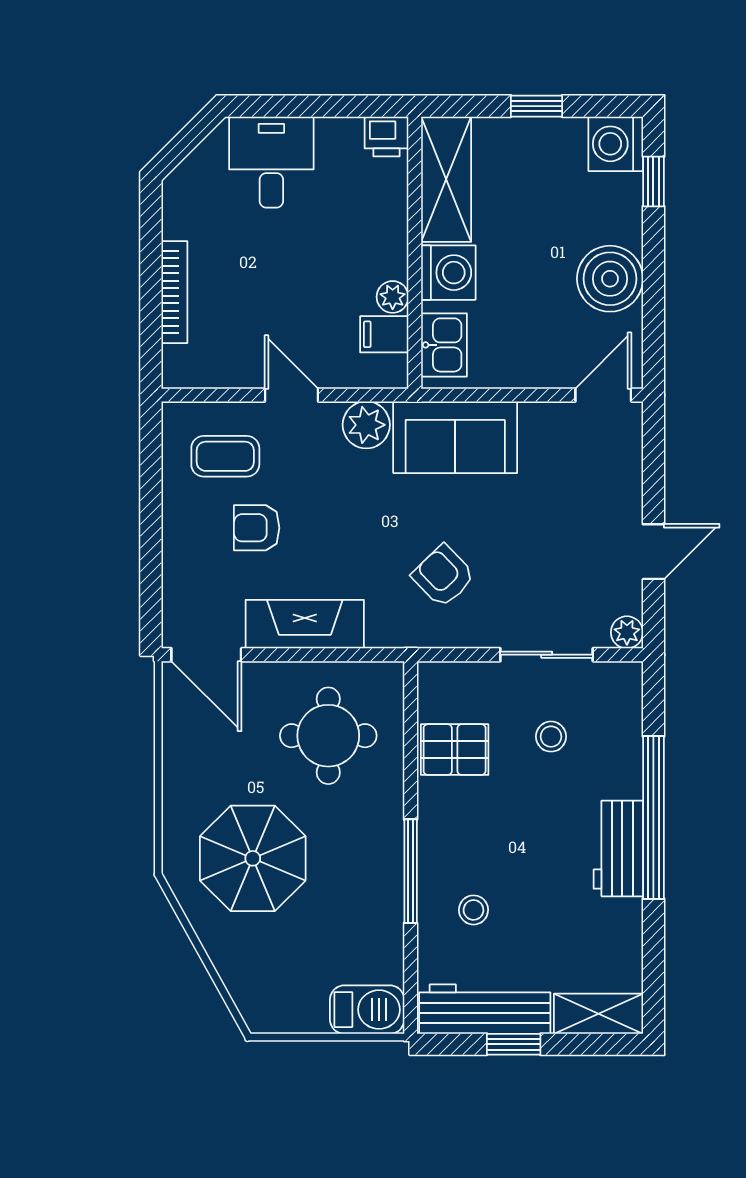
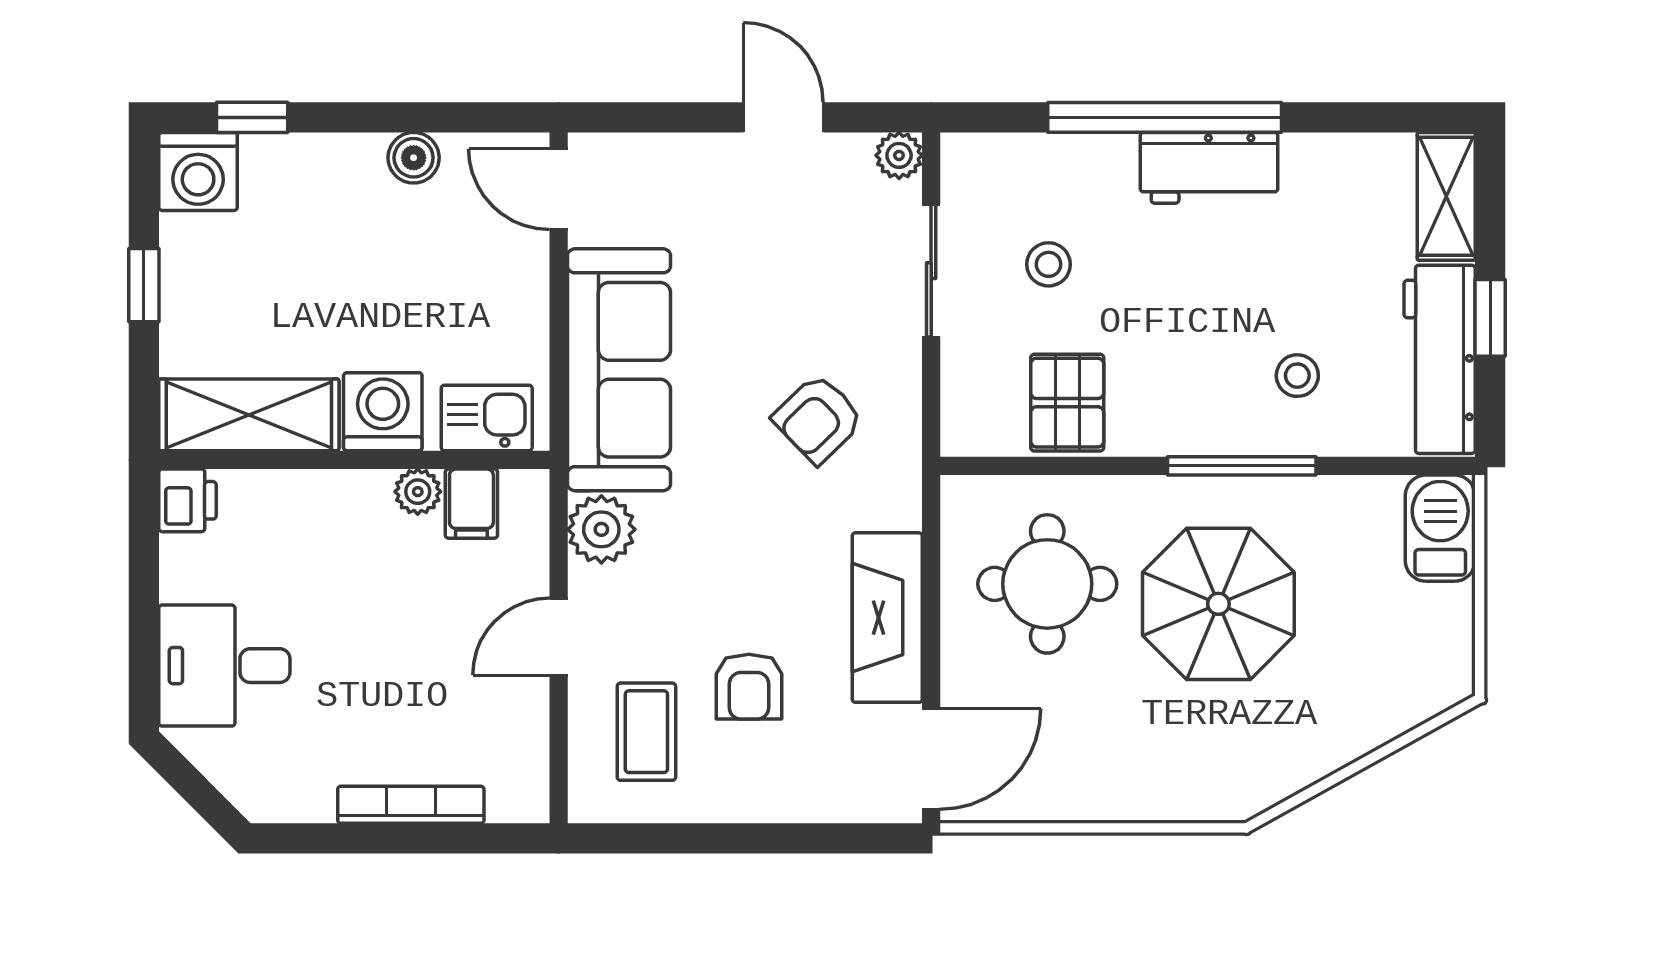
boiler: (610, 279) -> (414, 158), width x0.54, depth x0.54
sofa: (455, 437) -> (619, 370), width x1.36
parasol: (253, 858) -> (1218, 604), moved

